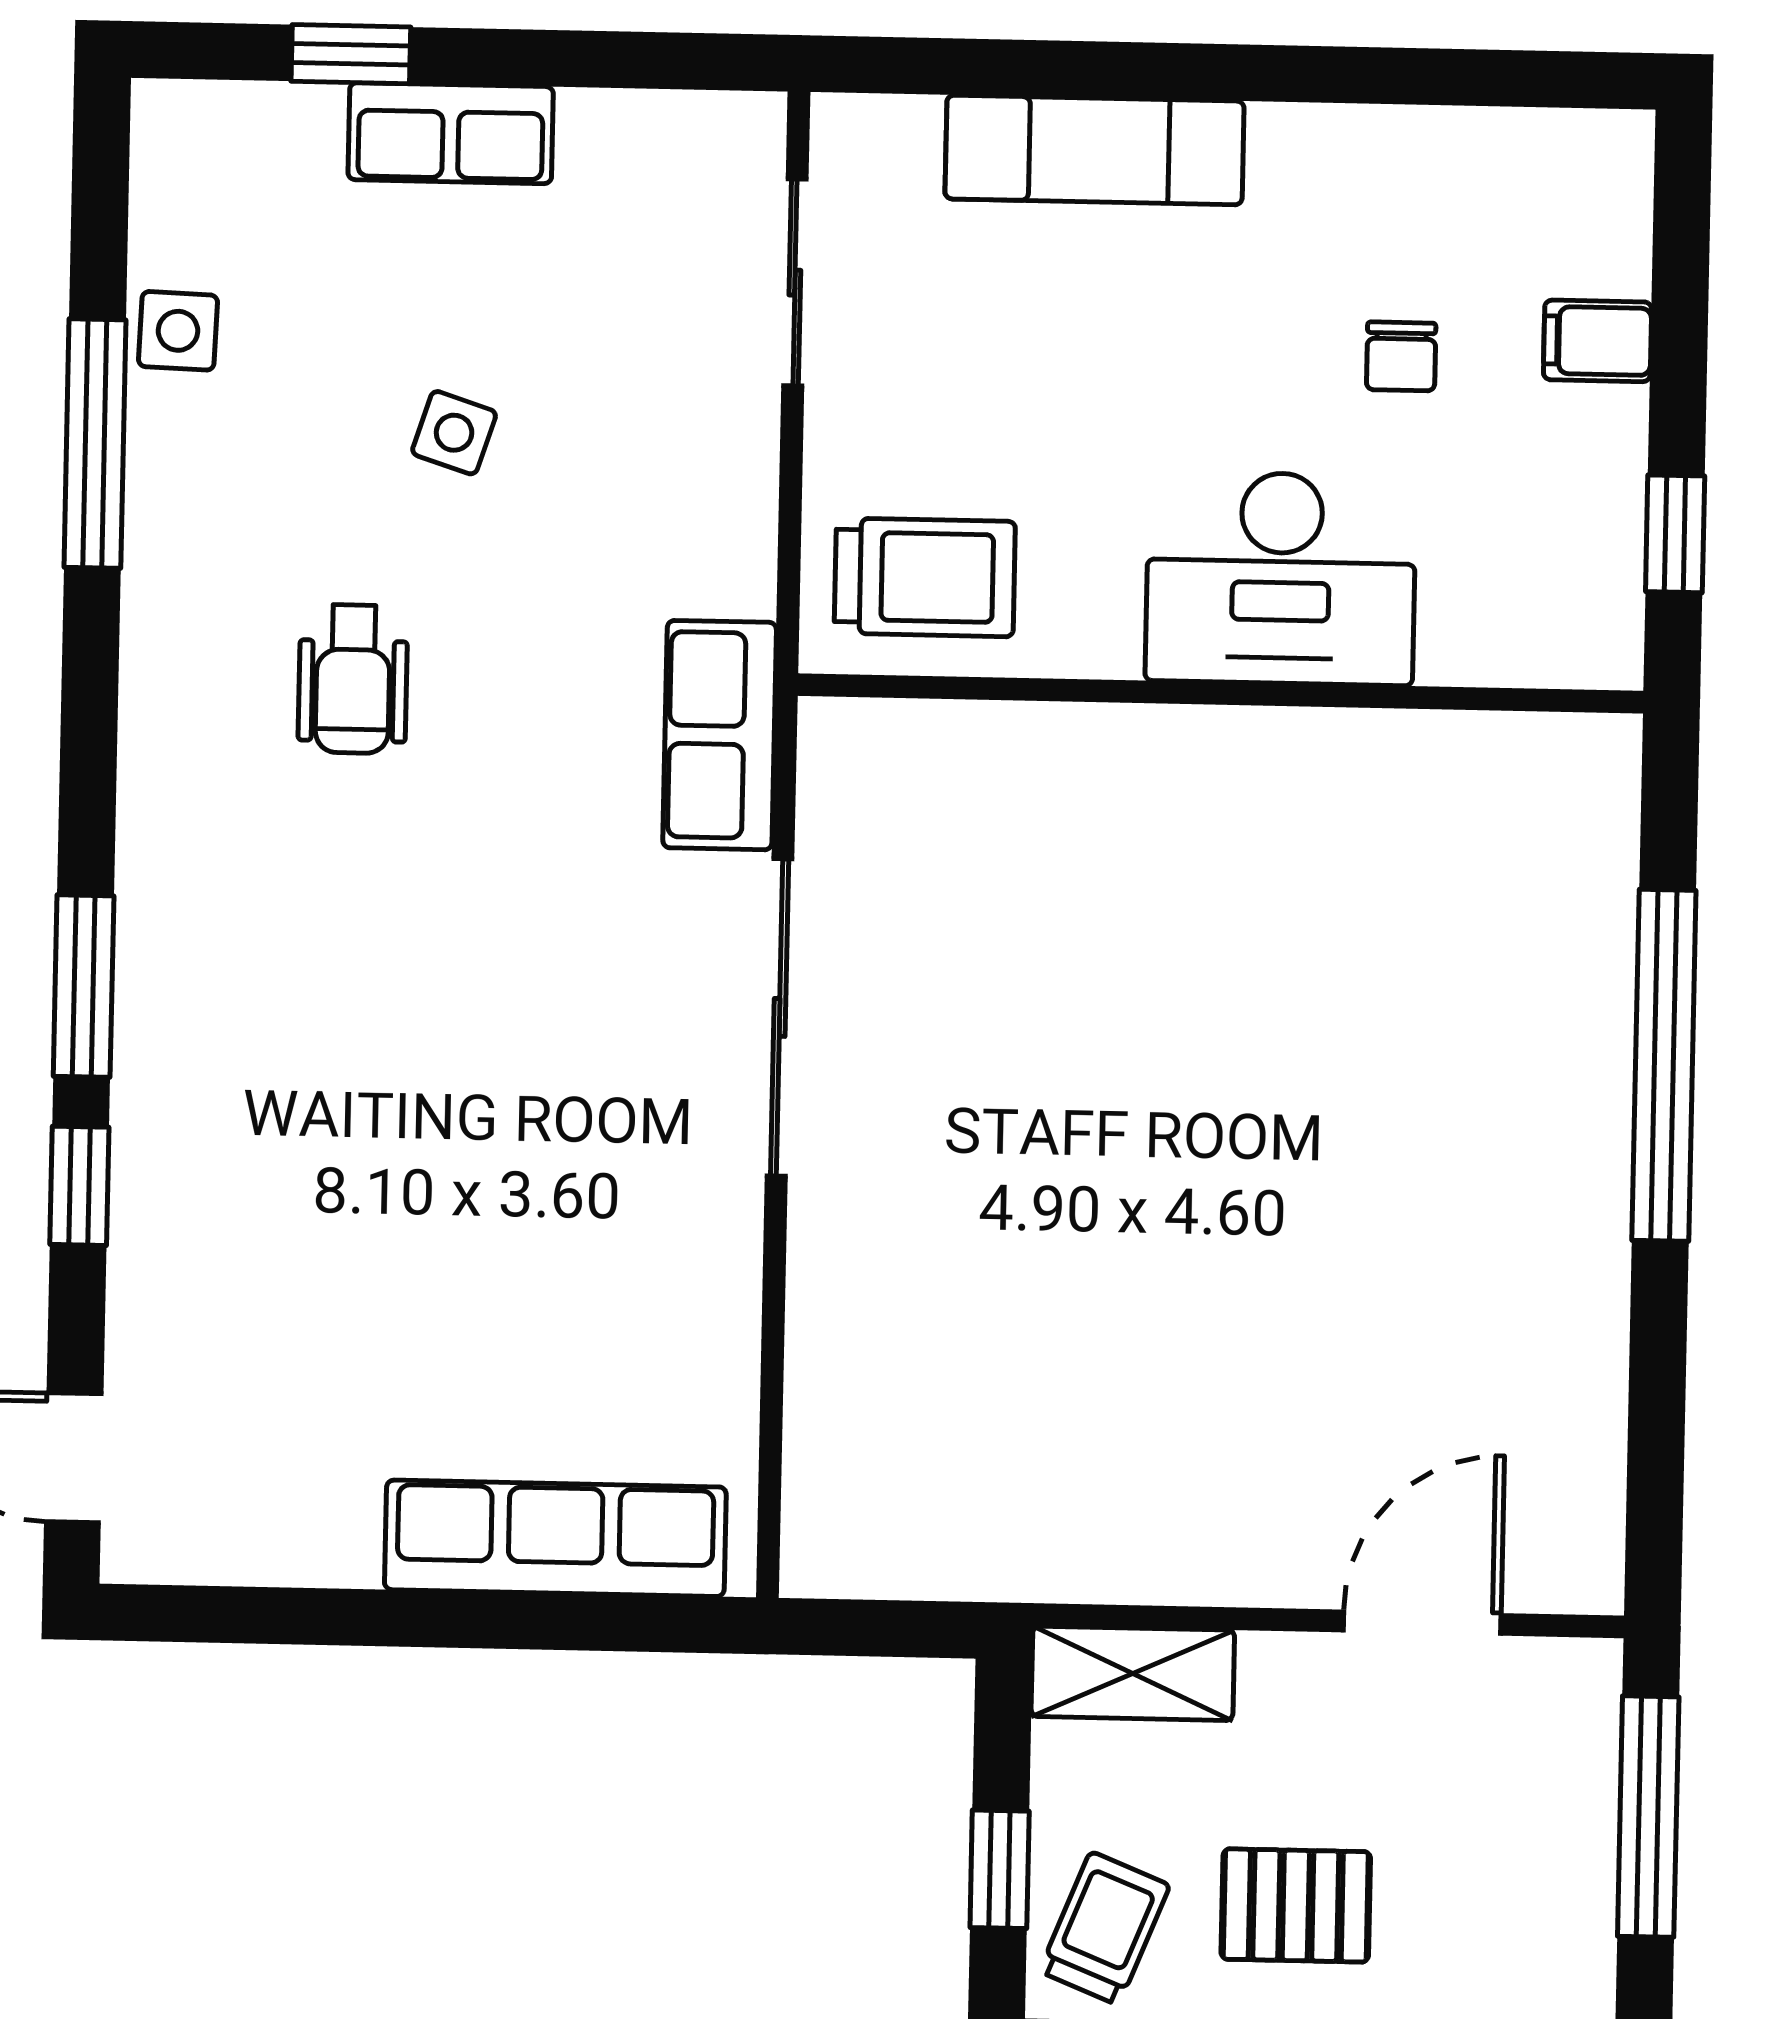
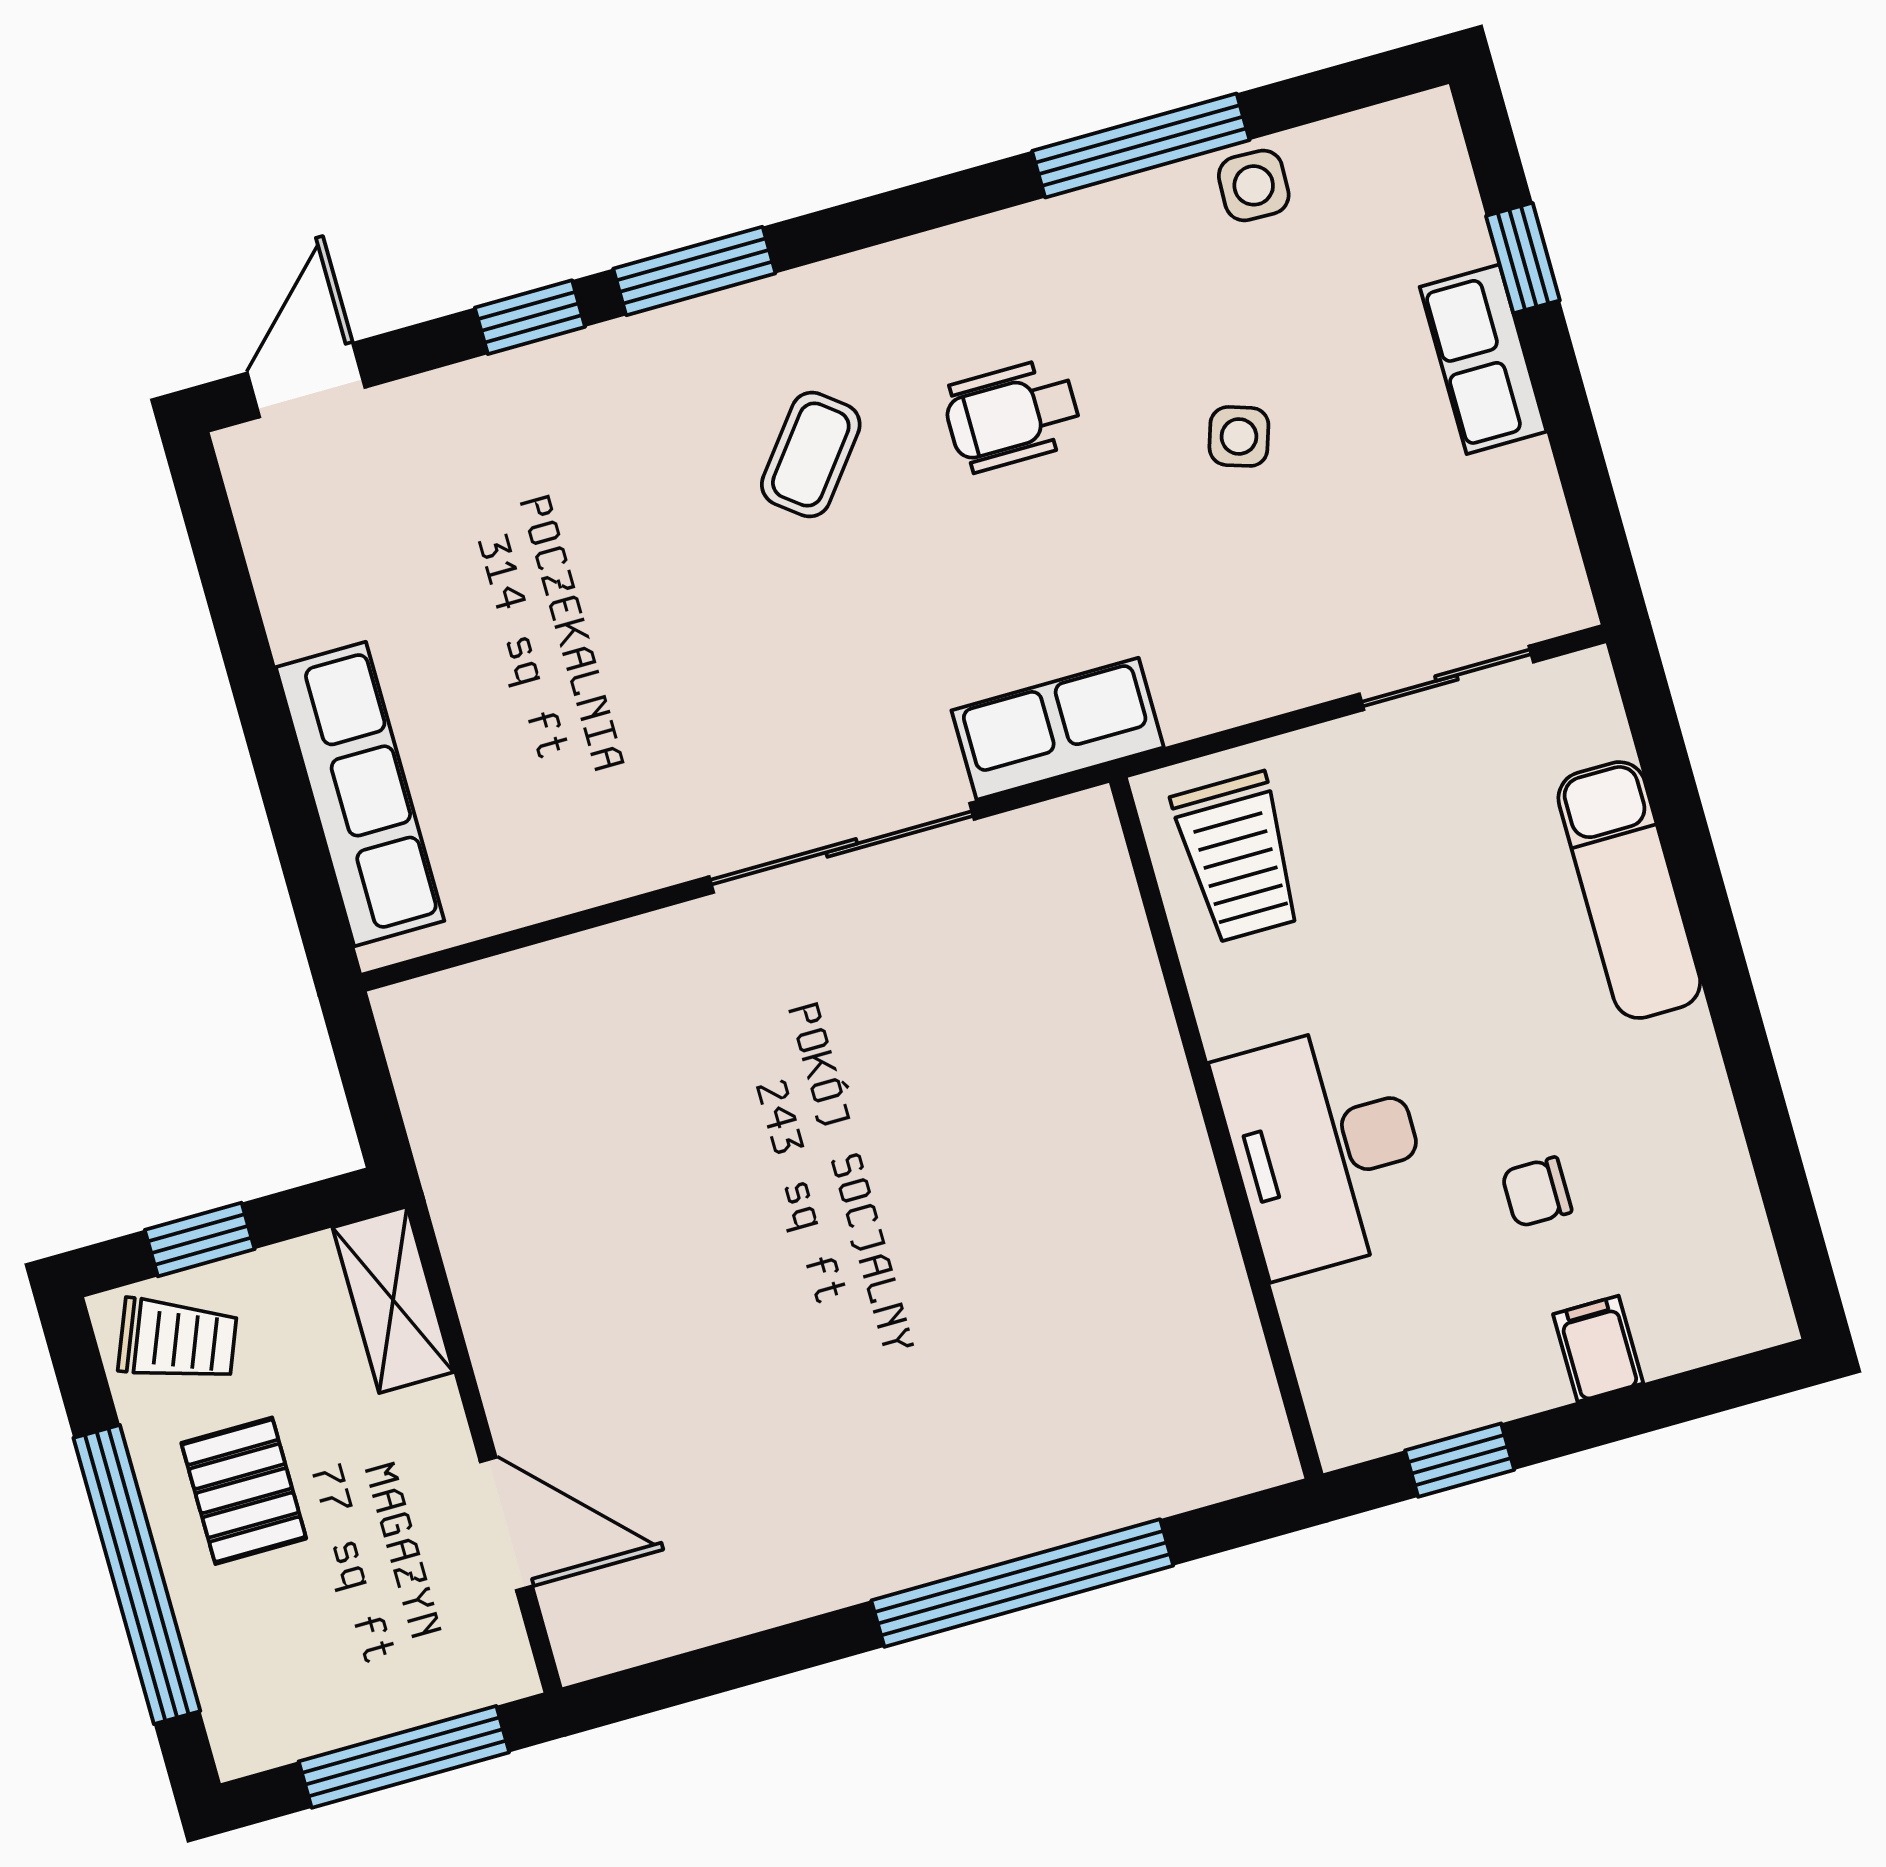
coffee table: (329, 918) -> (811, 455), added

